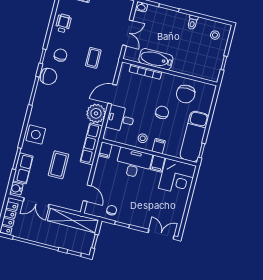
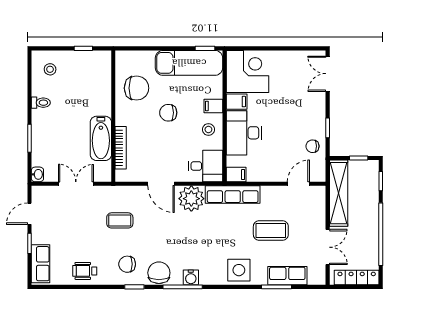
desk: (120, 119) -> (206, 166), moved, turned -90
water cooler: (16, 188) -> (191, 277), moved

